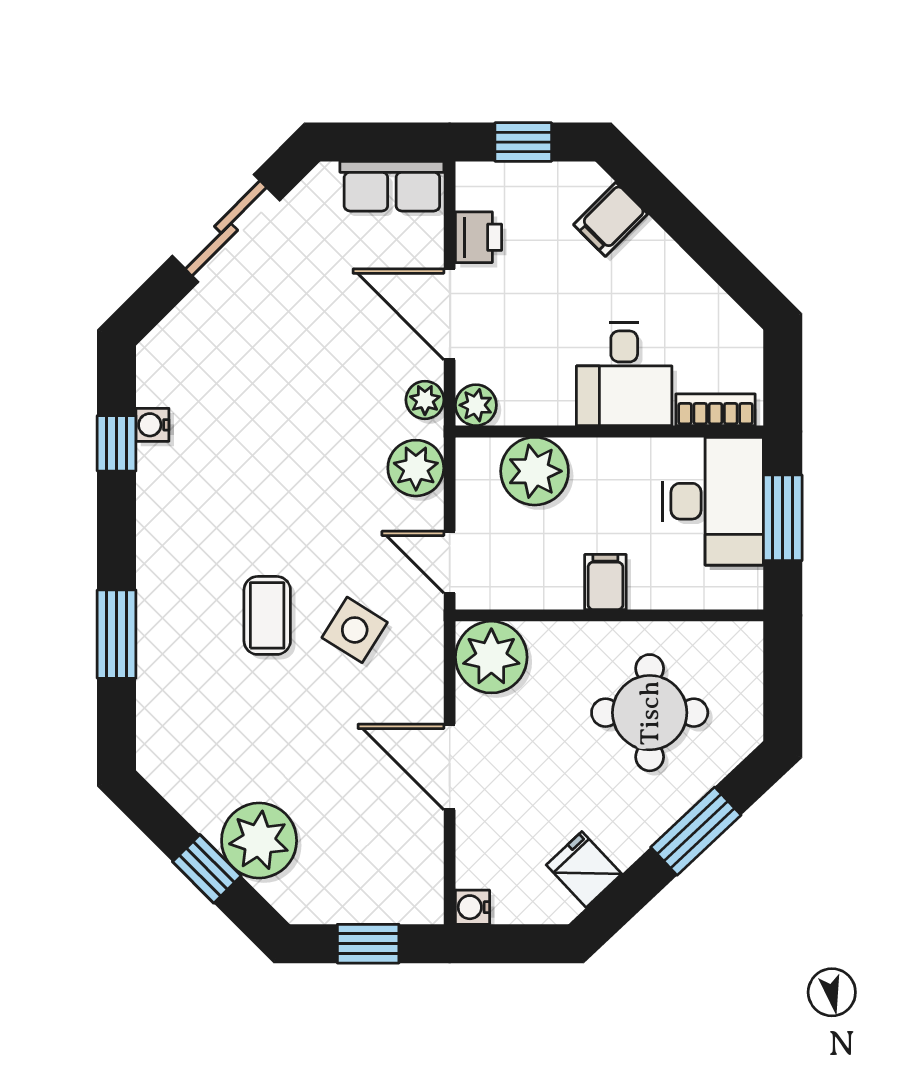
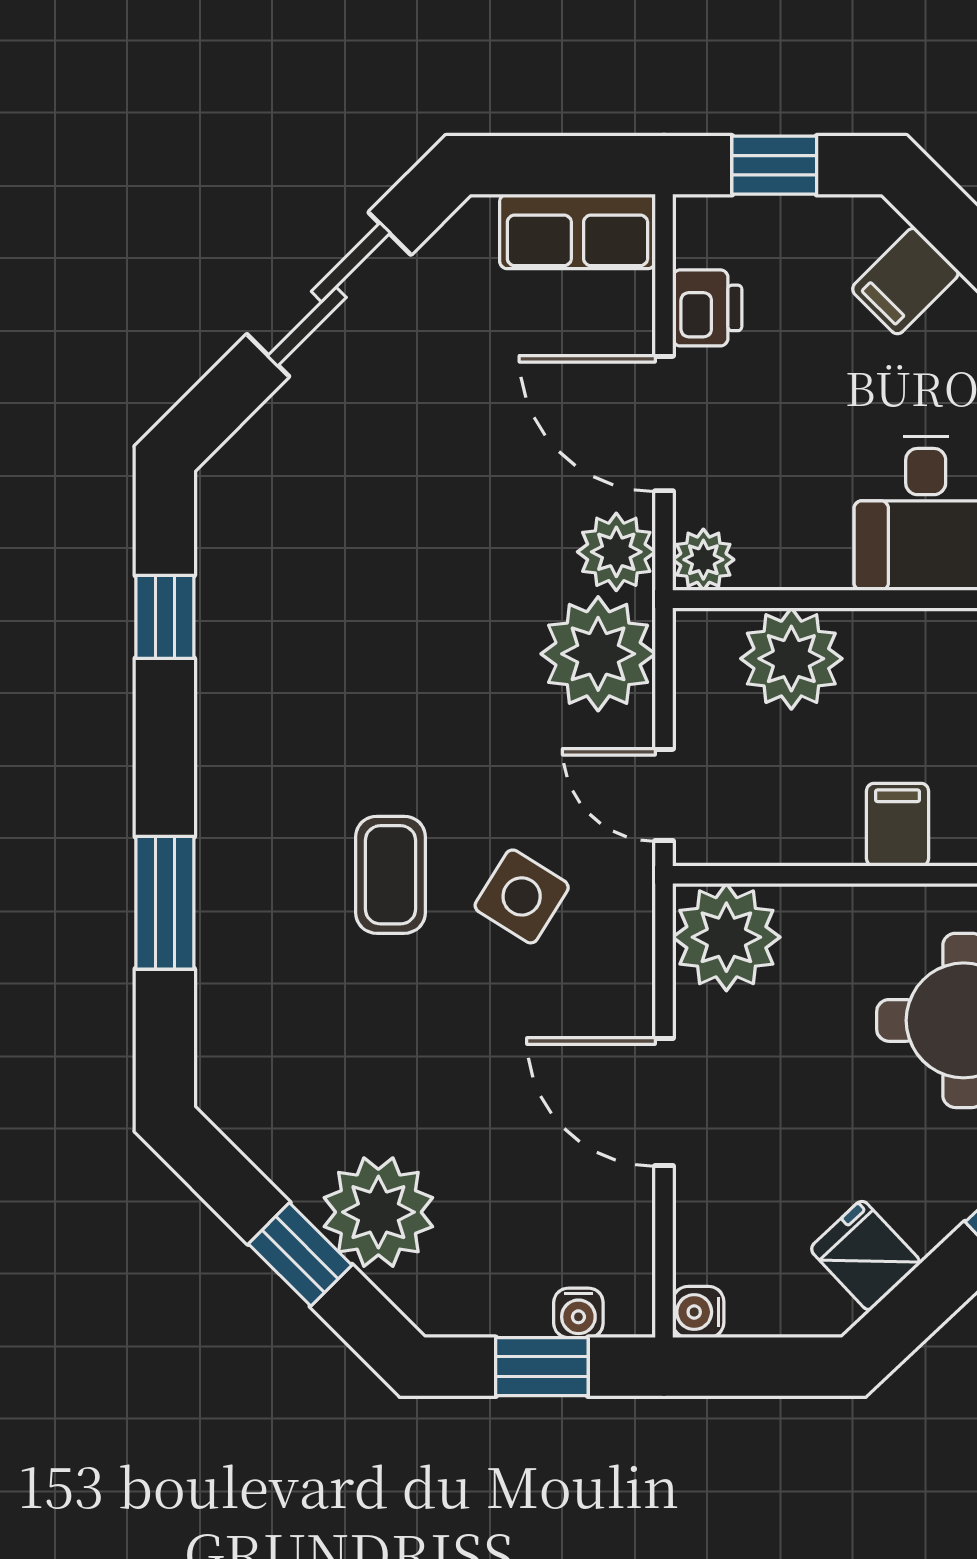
plant: (425, 400) -> (616, 552), width x1.38, depth x1.38
water cooler: (152, 425) -> (578, 1313), moved, turned -90
plant: (416, 468) -> (598, 654), width x1.36, depth x1.36

